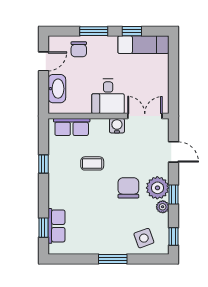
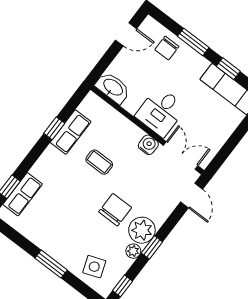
washbasin: (57, 89) -> (113, 88), moved, turned -90
row of seats: (72, 127) -> (71, 132), moved, turned -90
door: (173, 152) -> (192, 196), moved

